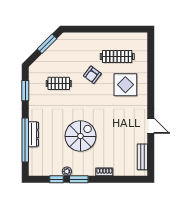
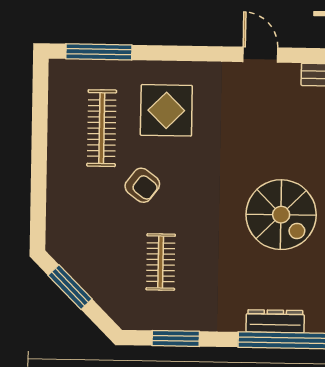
window: (151, 55) -> (99, 52), added
door: (151, 126) -> (260, 55), hinge flipped
spiral stairs: (80, 136) -> (281, 215), turned 180

